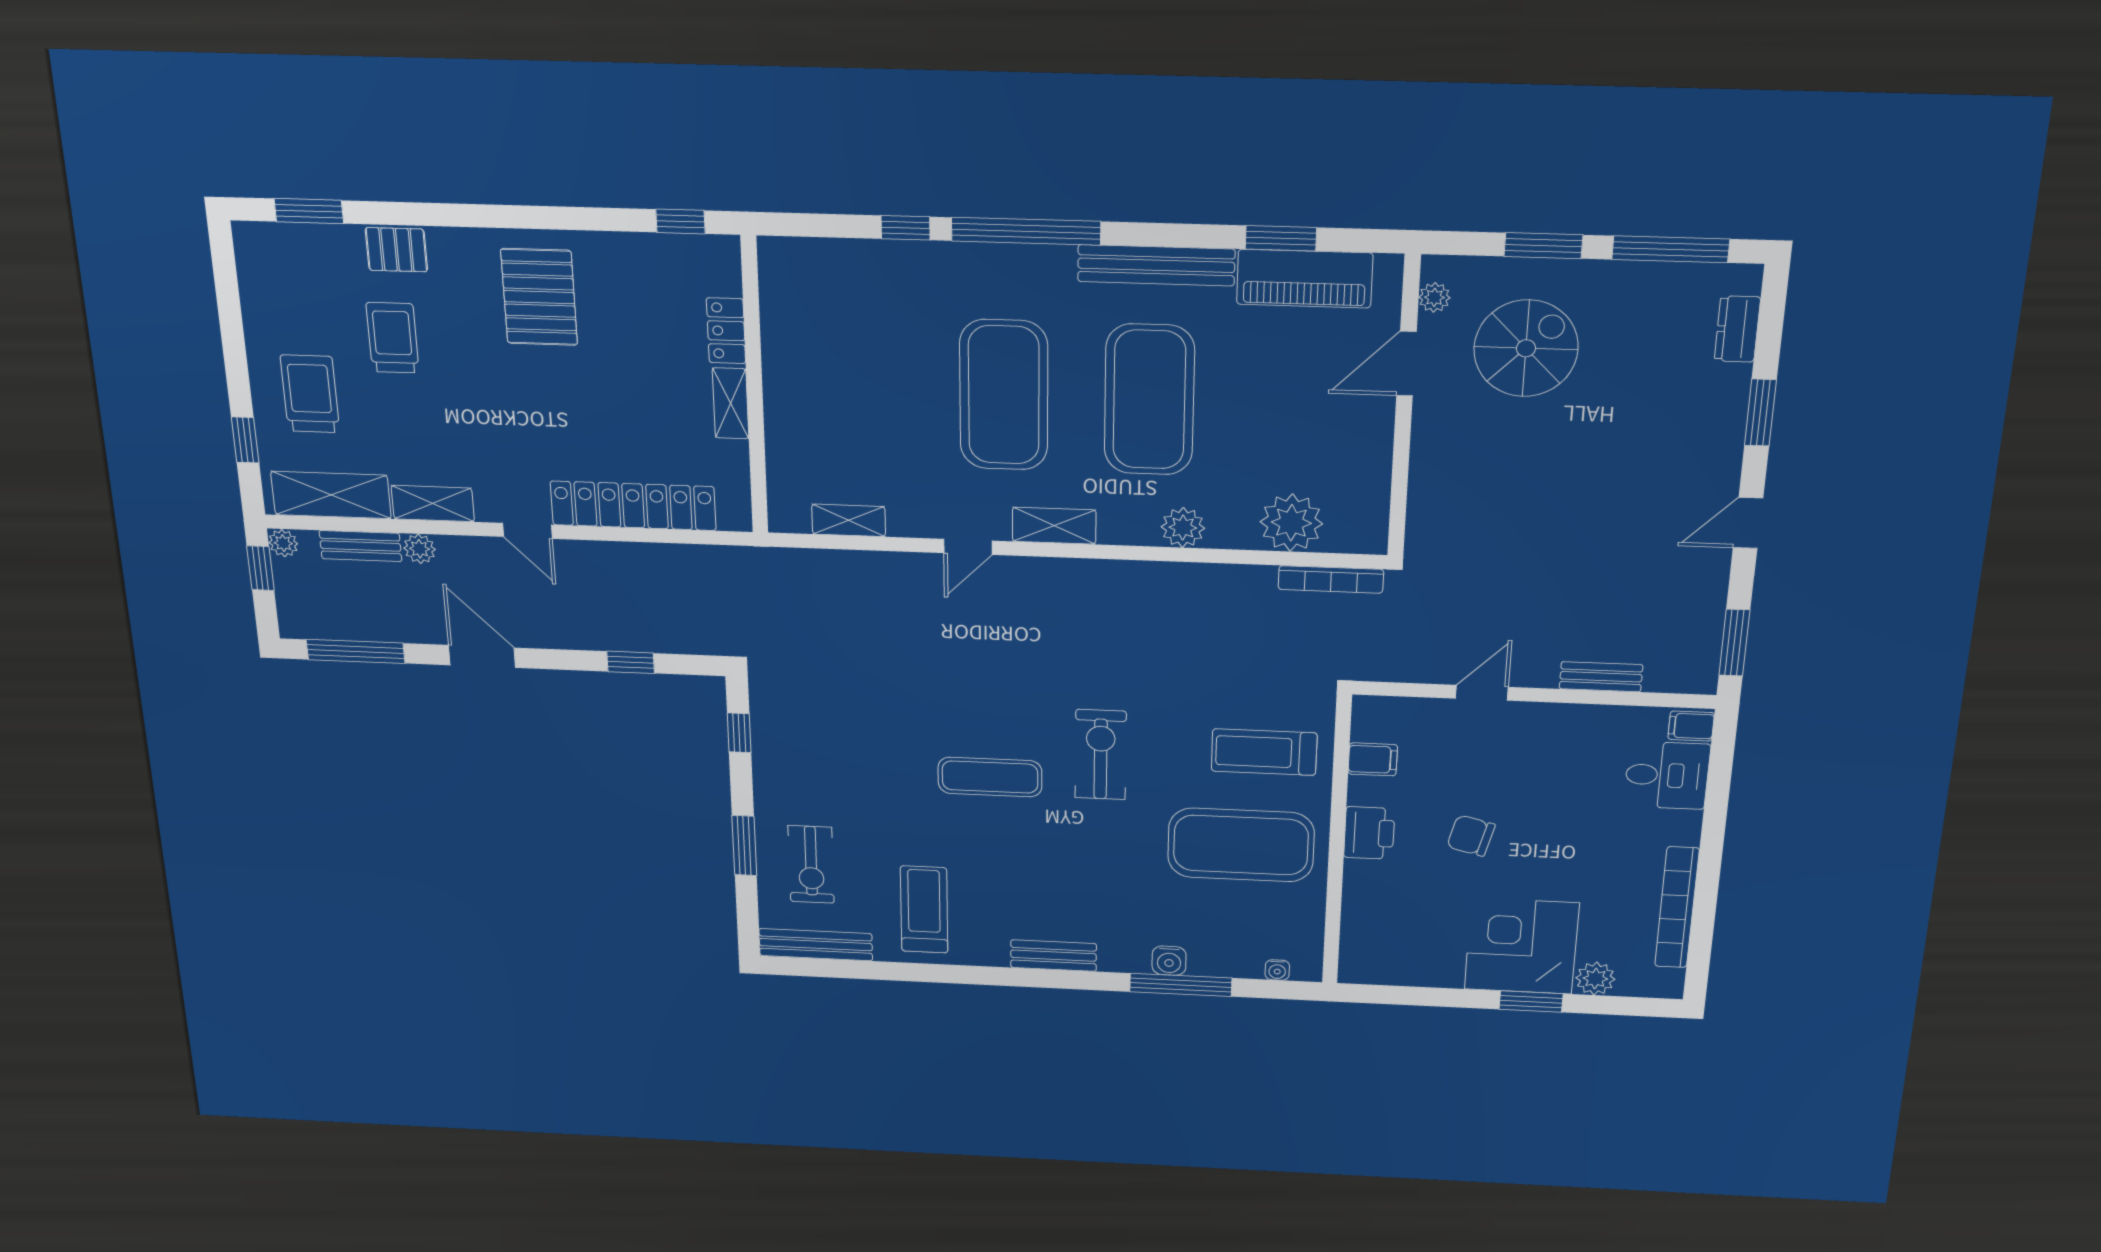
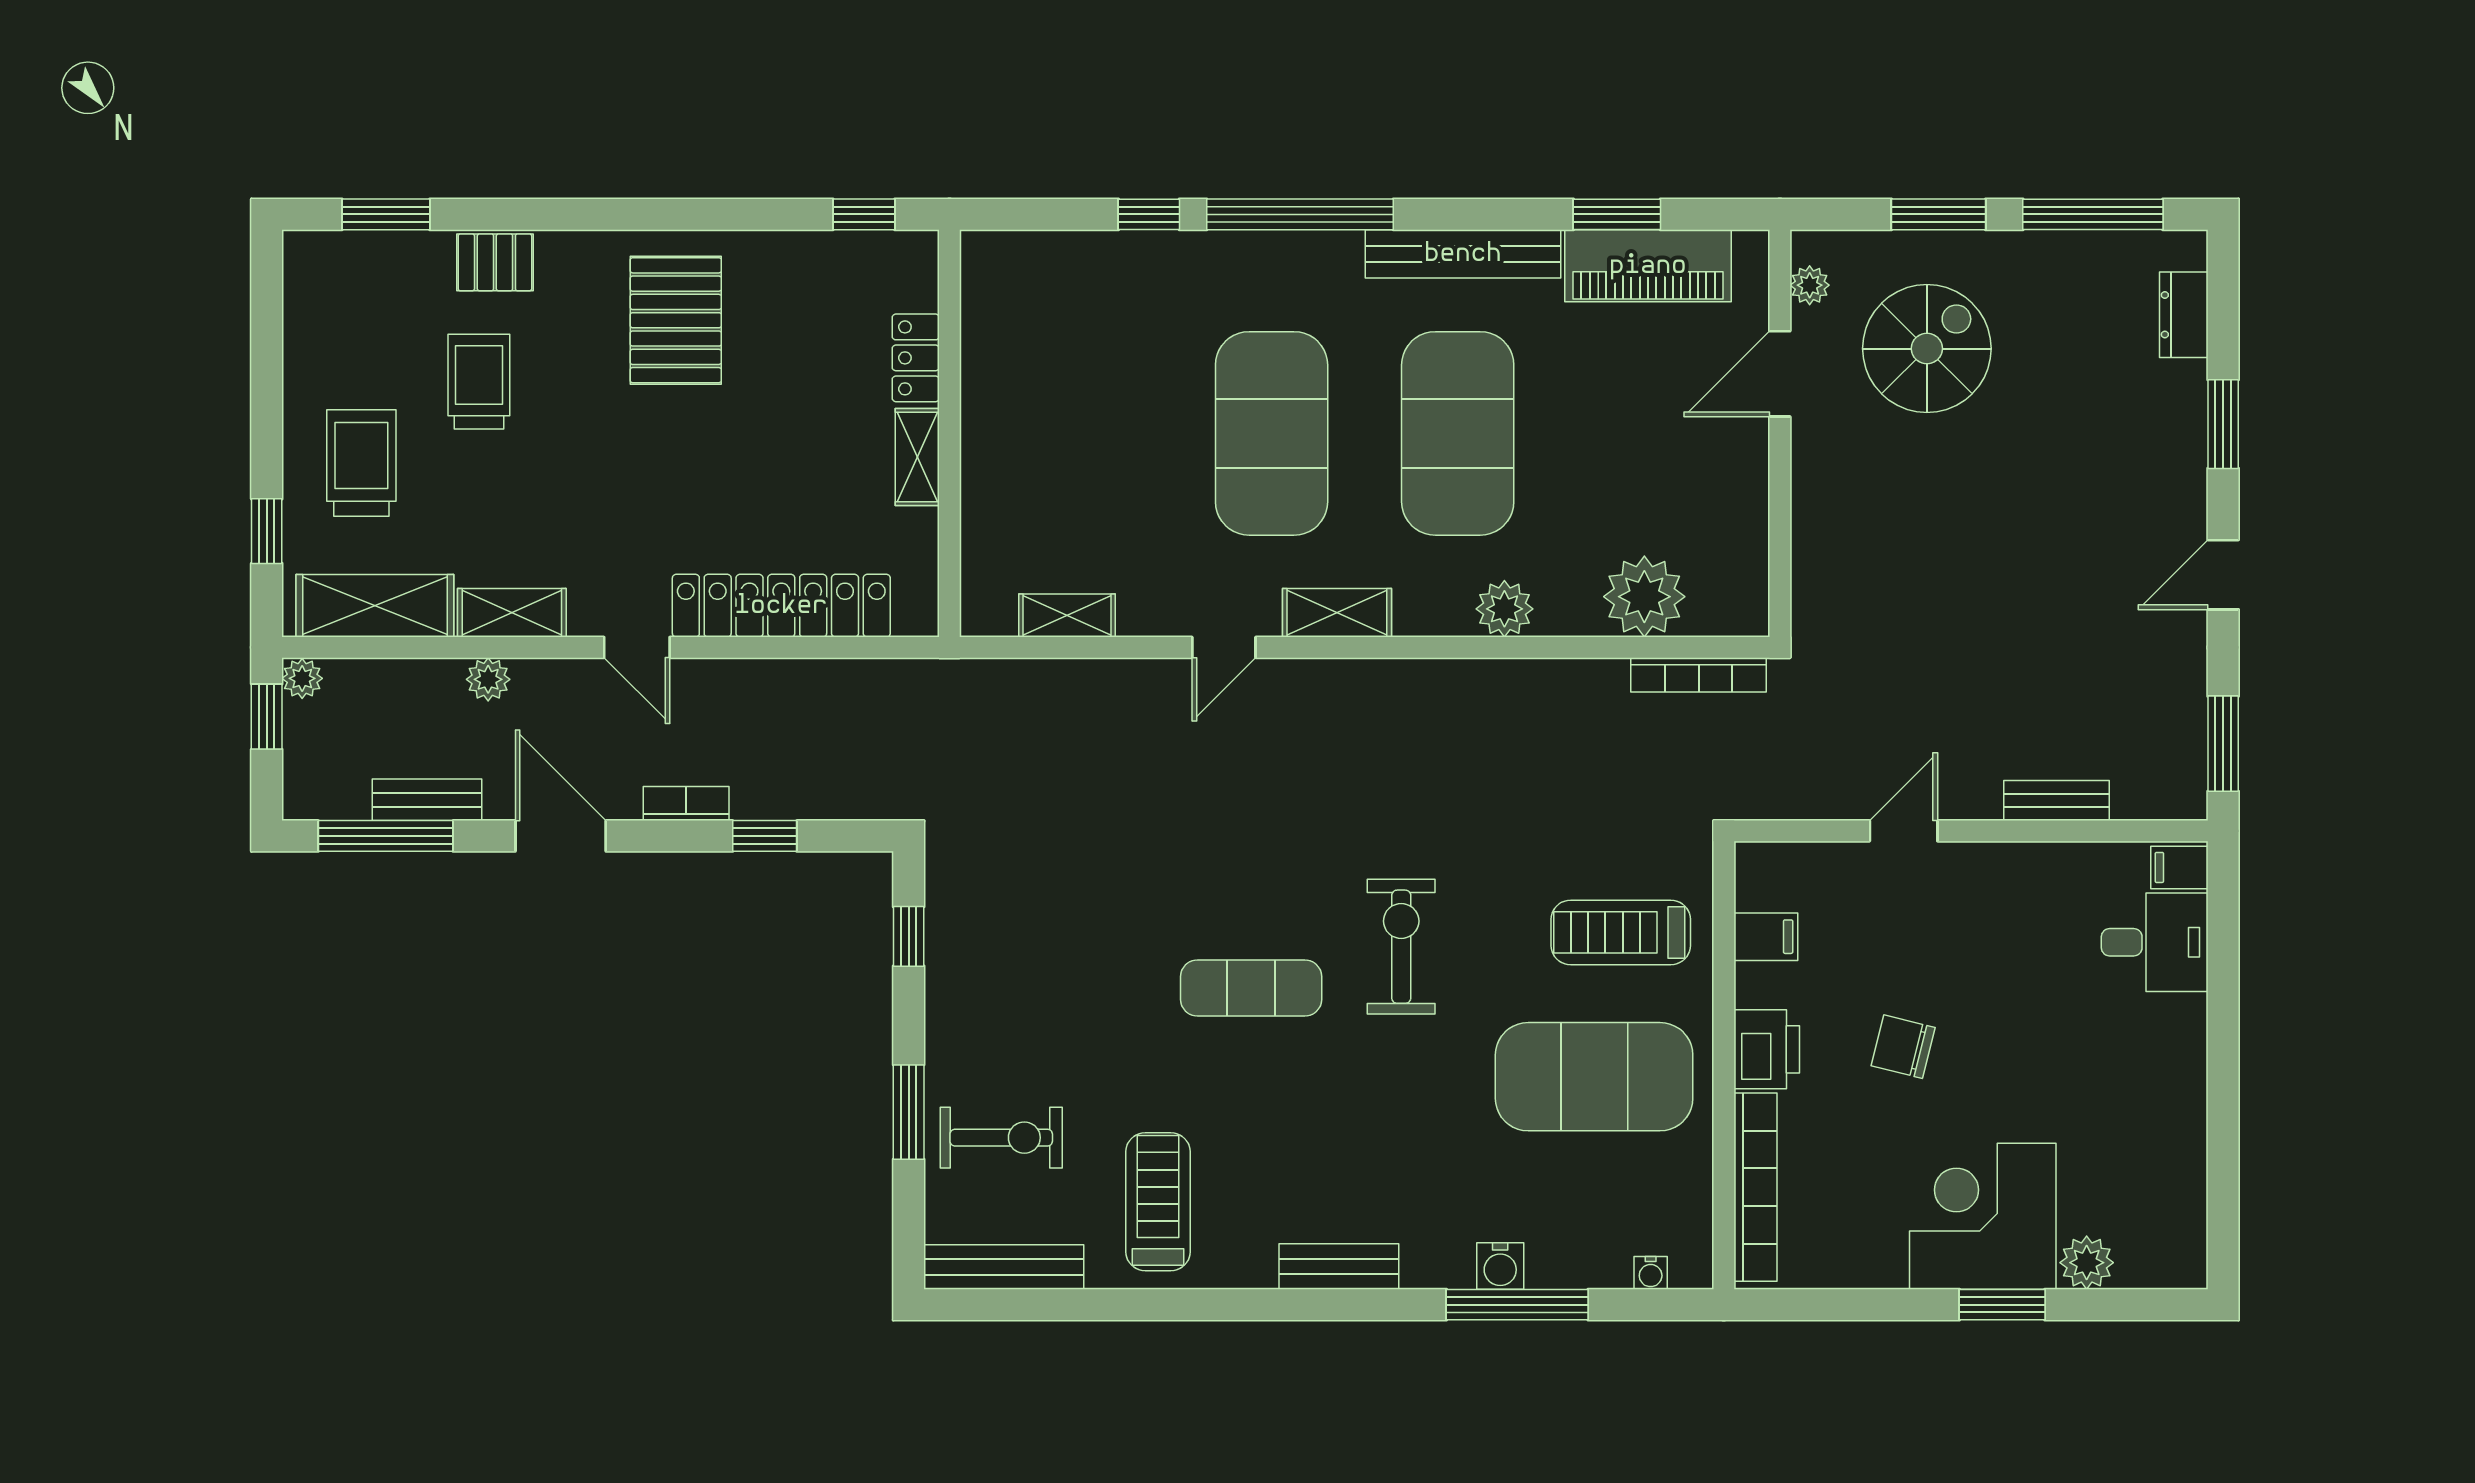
bench: (361, 546) -> (427, 800), moved
bookcase: (572, 638) -> (686, 804), added
exercise bike: (811, 865) -> (1001, 1138), turned -90
bookcase: (1677, 907) -> (1755, 1187), moved, turned 180

